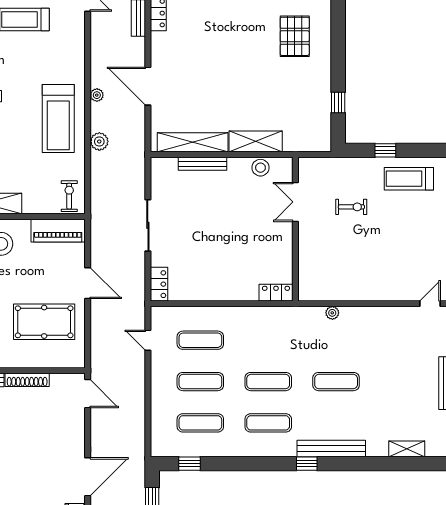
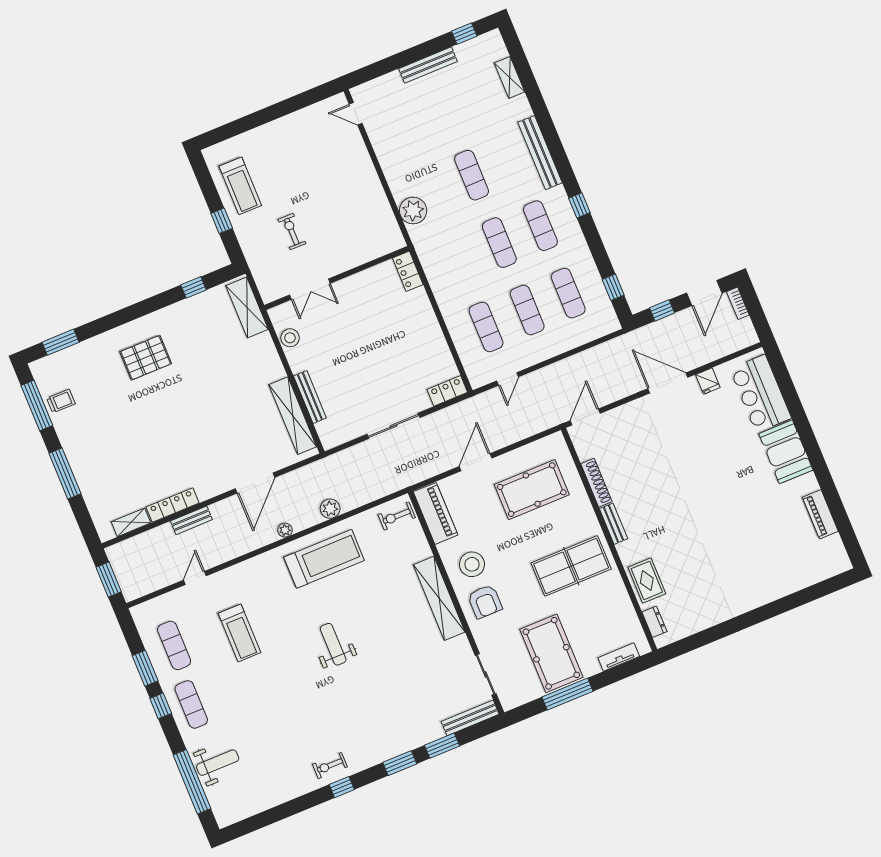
shelving: (256, 141) -> (247, 307), moved
plant: (332, 313) -> (413, 211), width x1.87, depth x1.87
pool table: (44, 322) -> (532, 490), turned 90
window: (307, 464) -> (579, 205), moved

